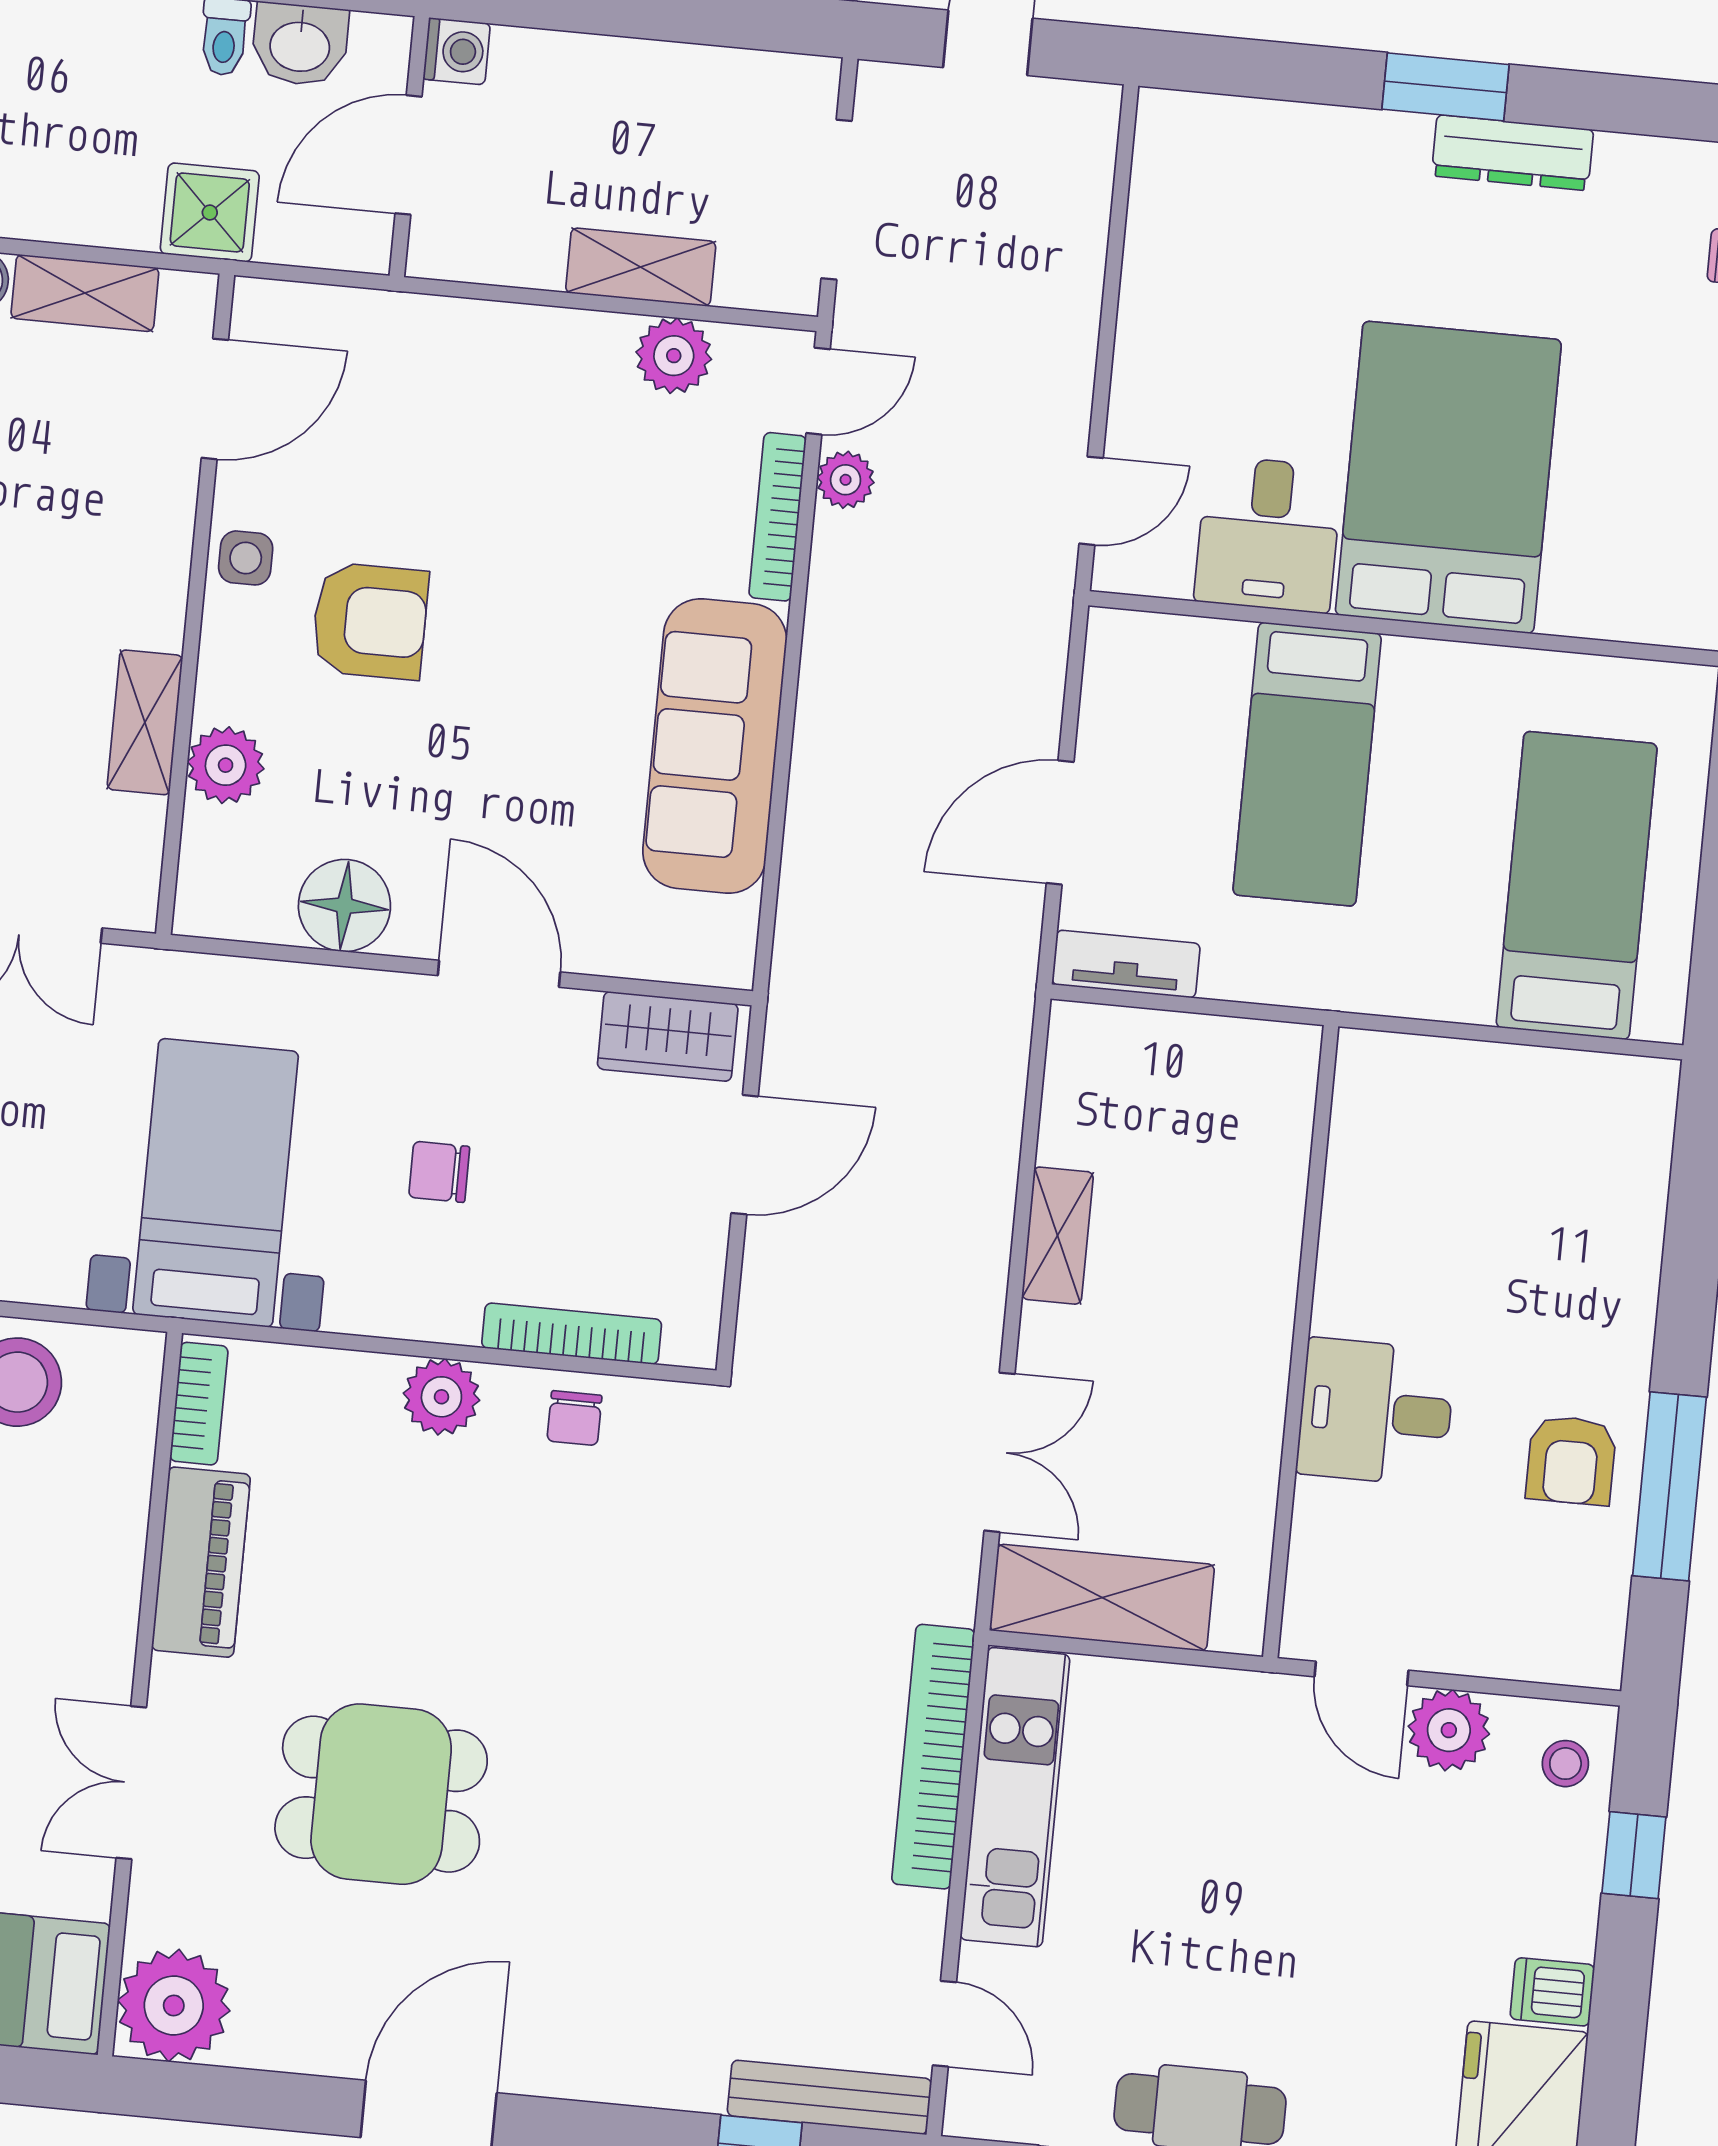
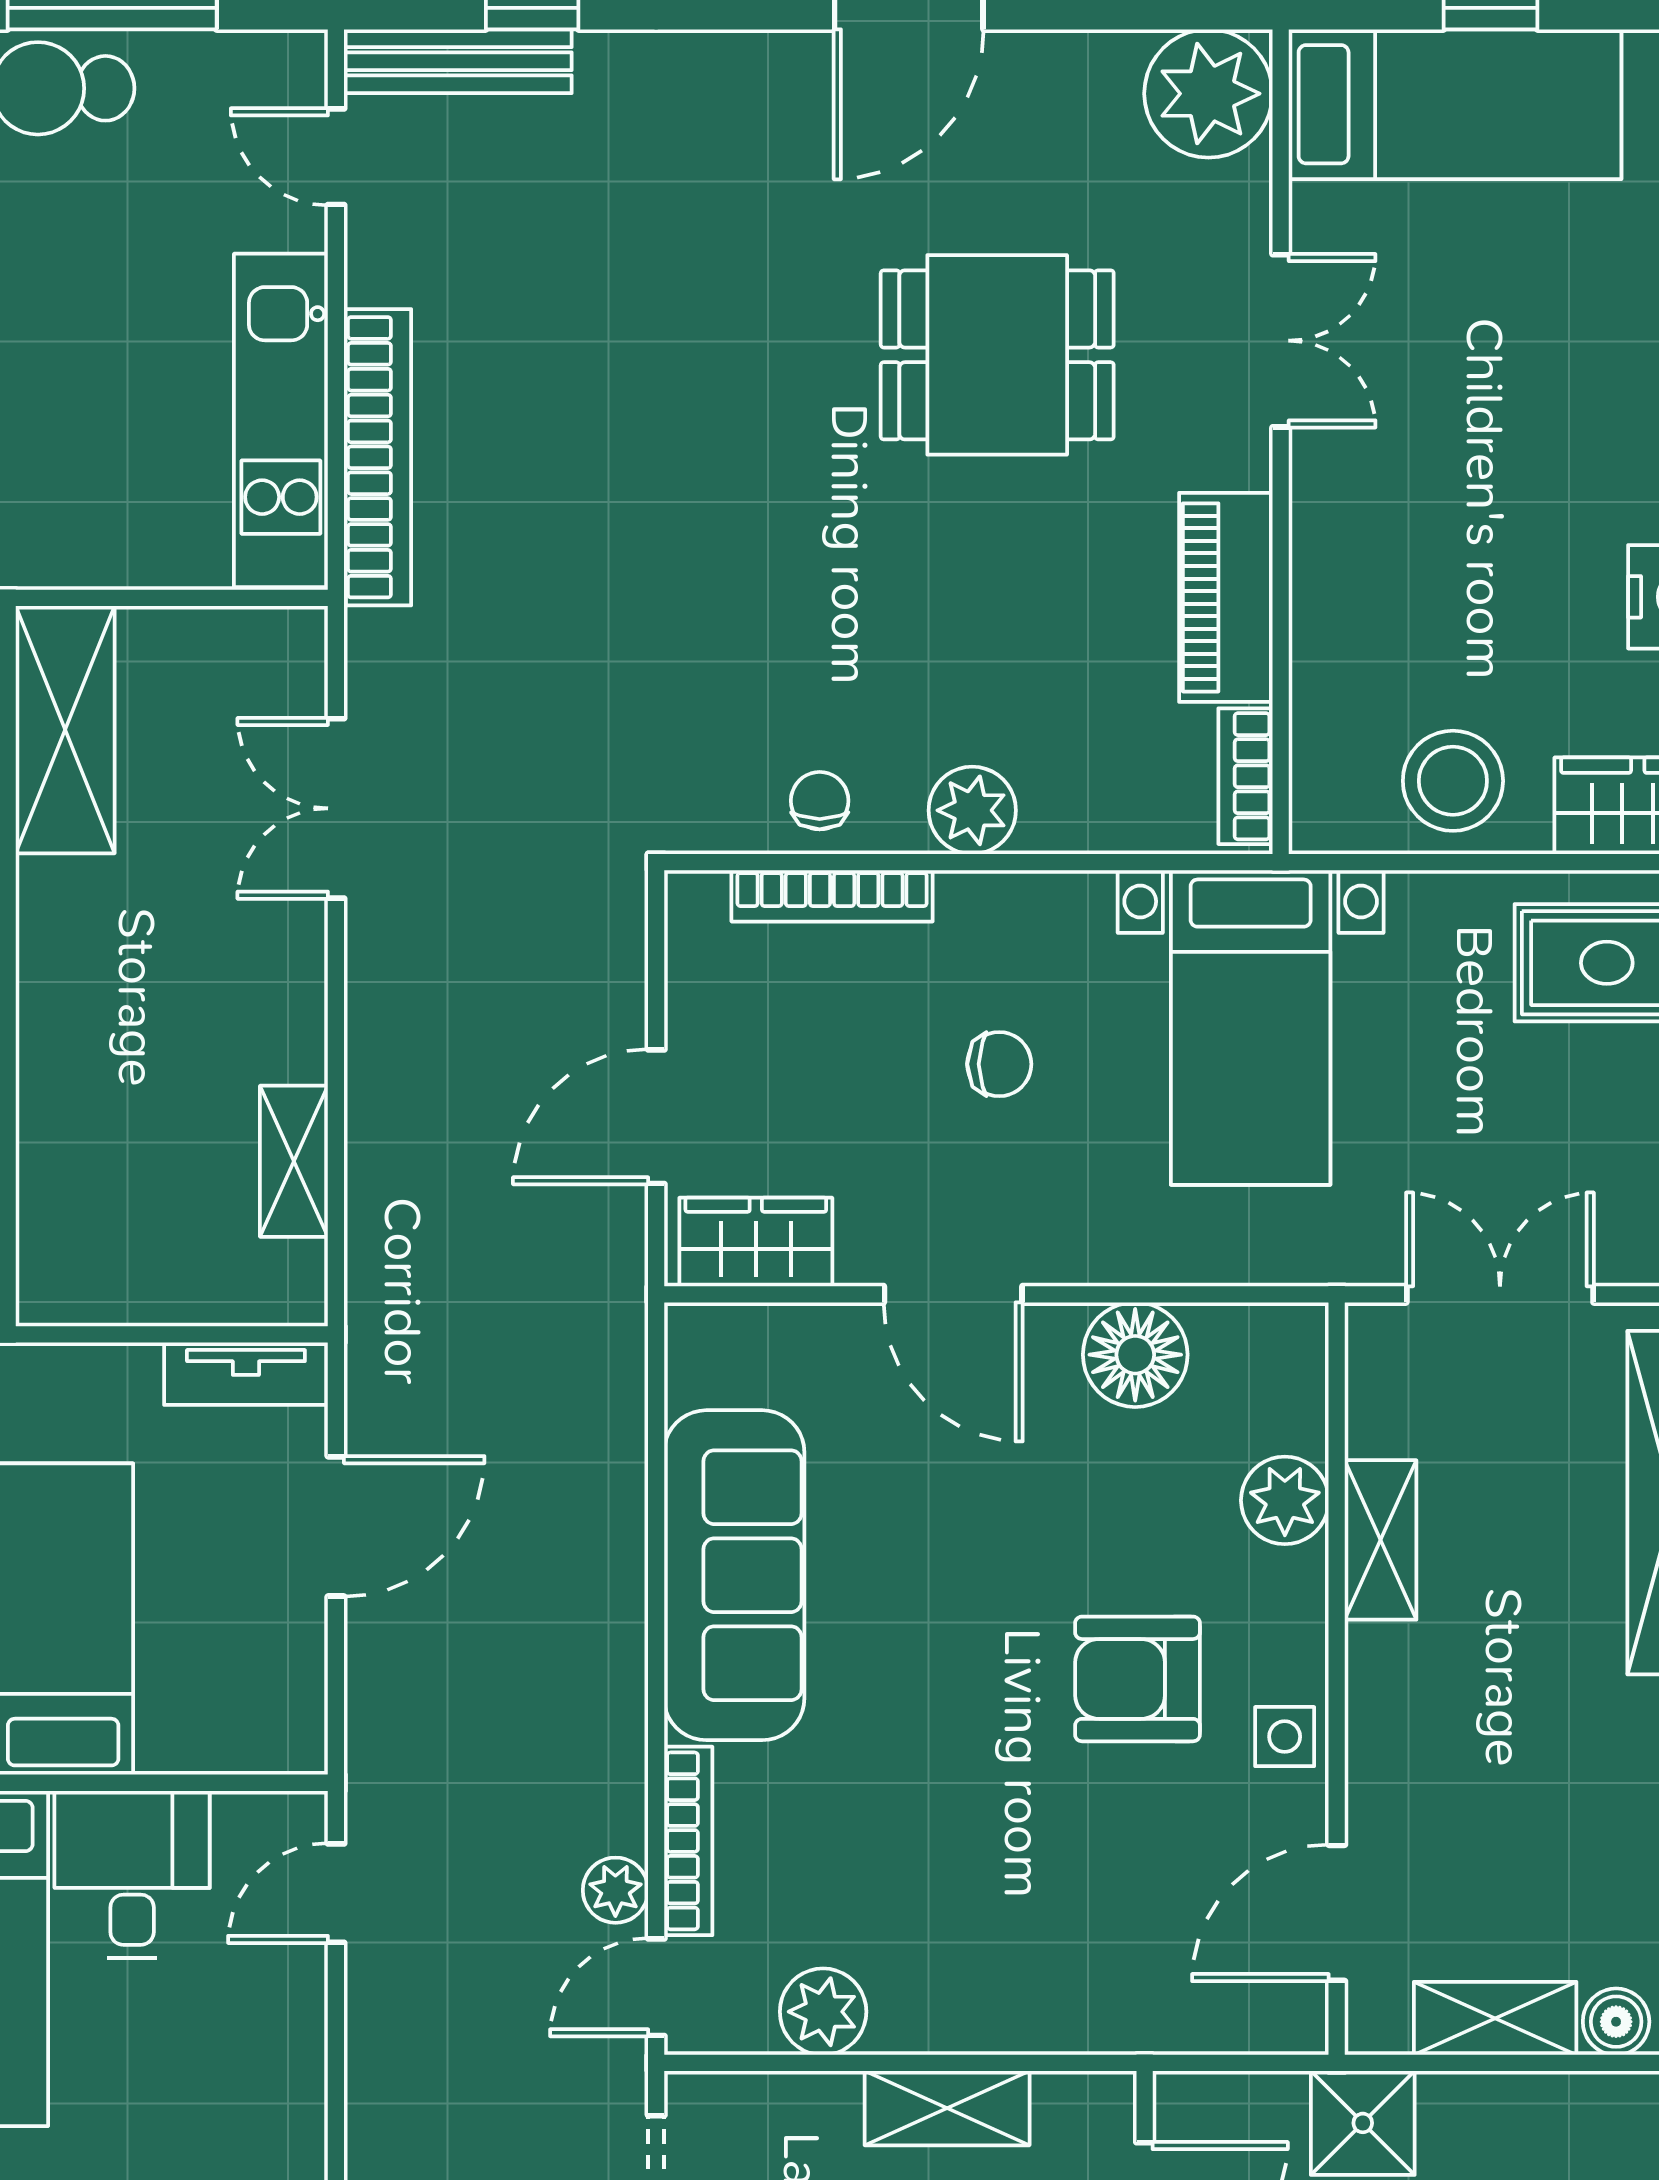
shelving: (641, 267) -> (947, 2108), moved
shelving: (1057, 1236) -> (294, 1161), moved
shelving: (1102, 1598) -> (65, 730), moved, turned 90

